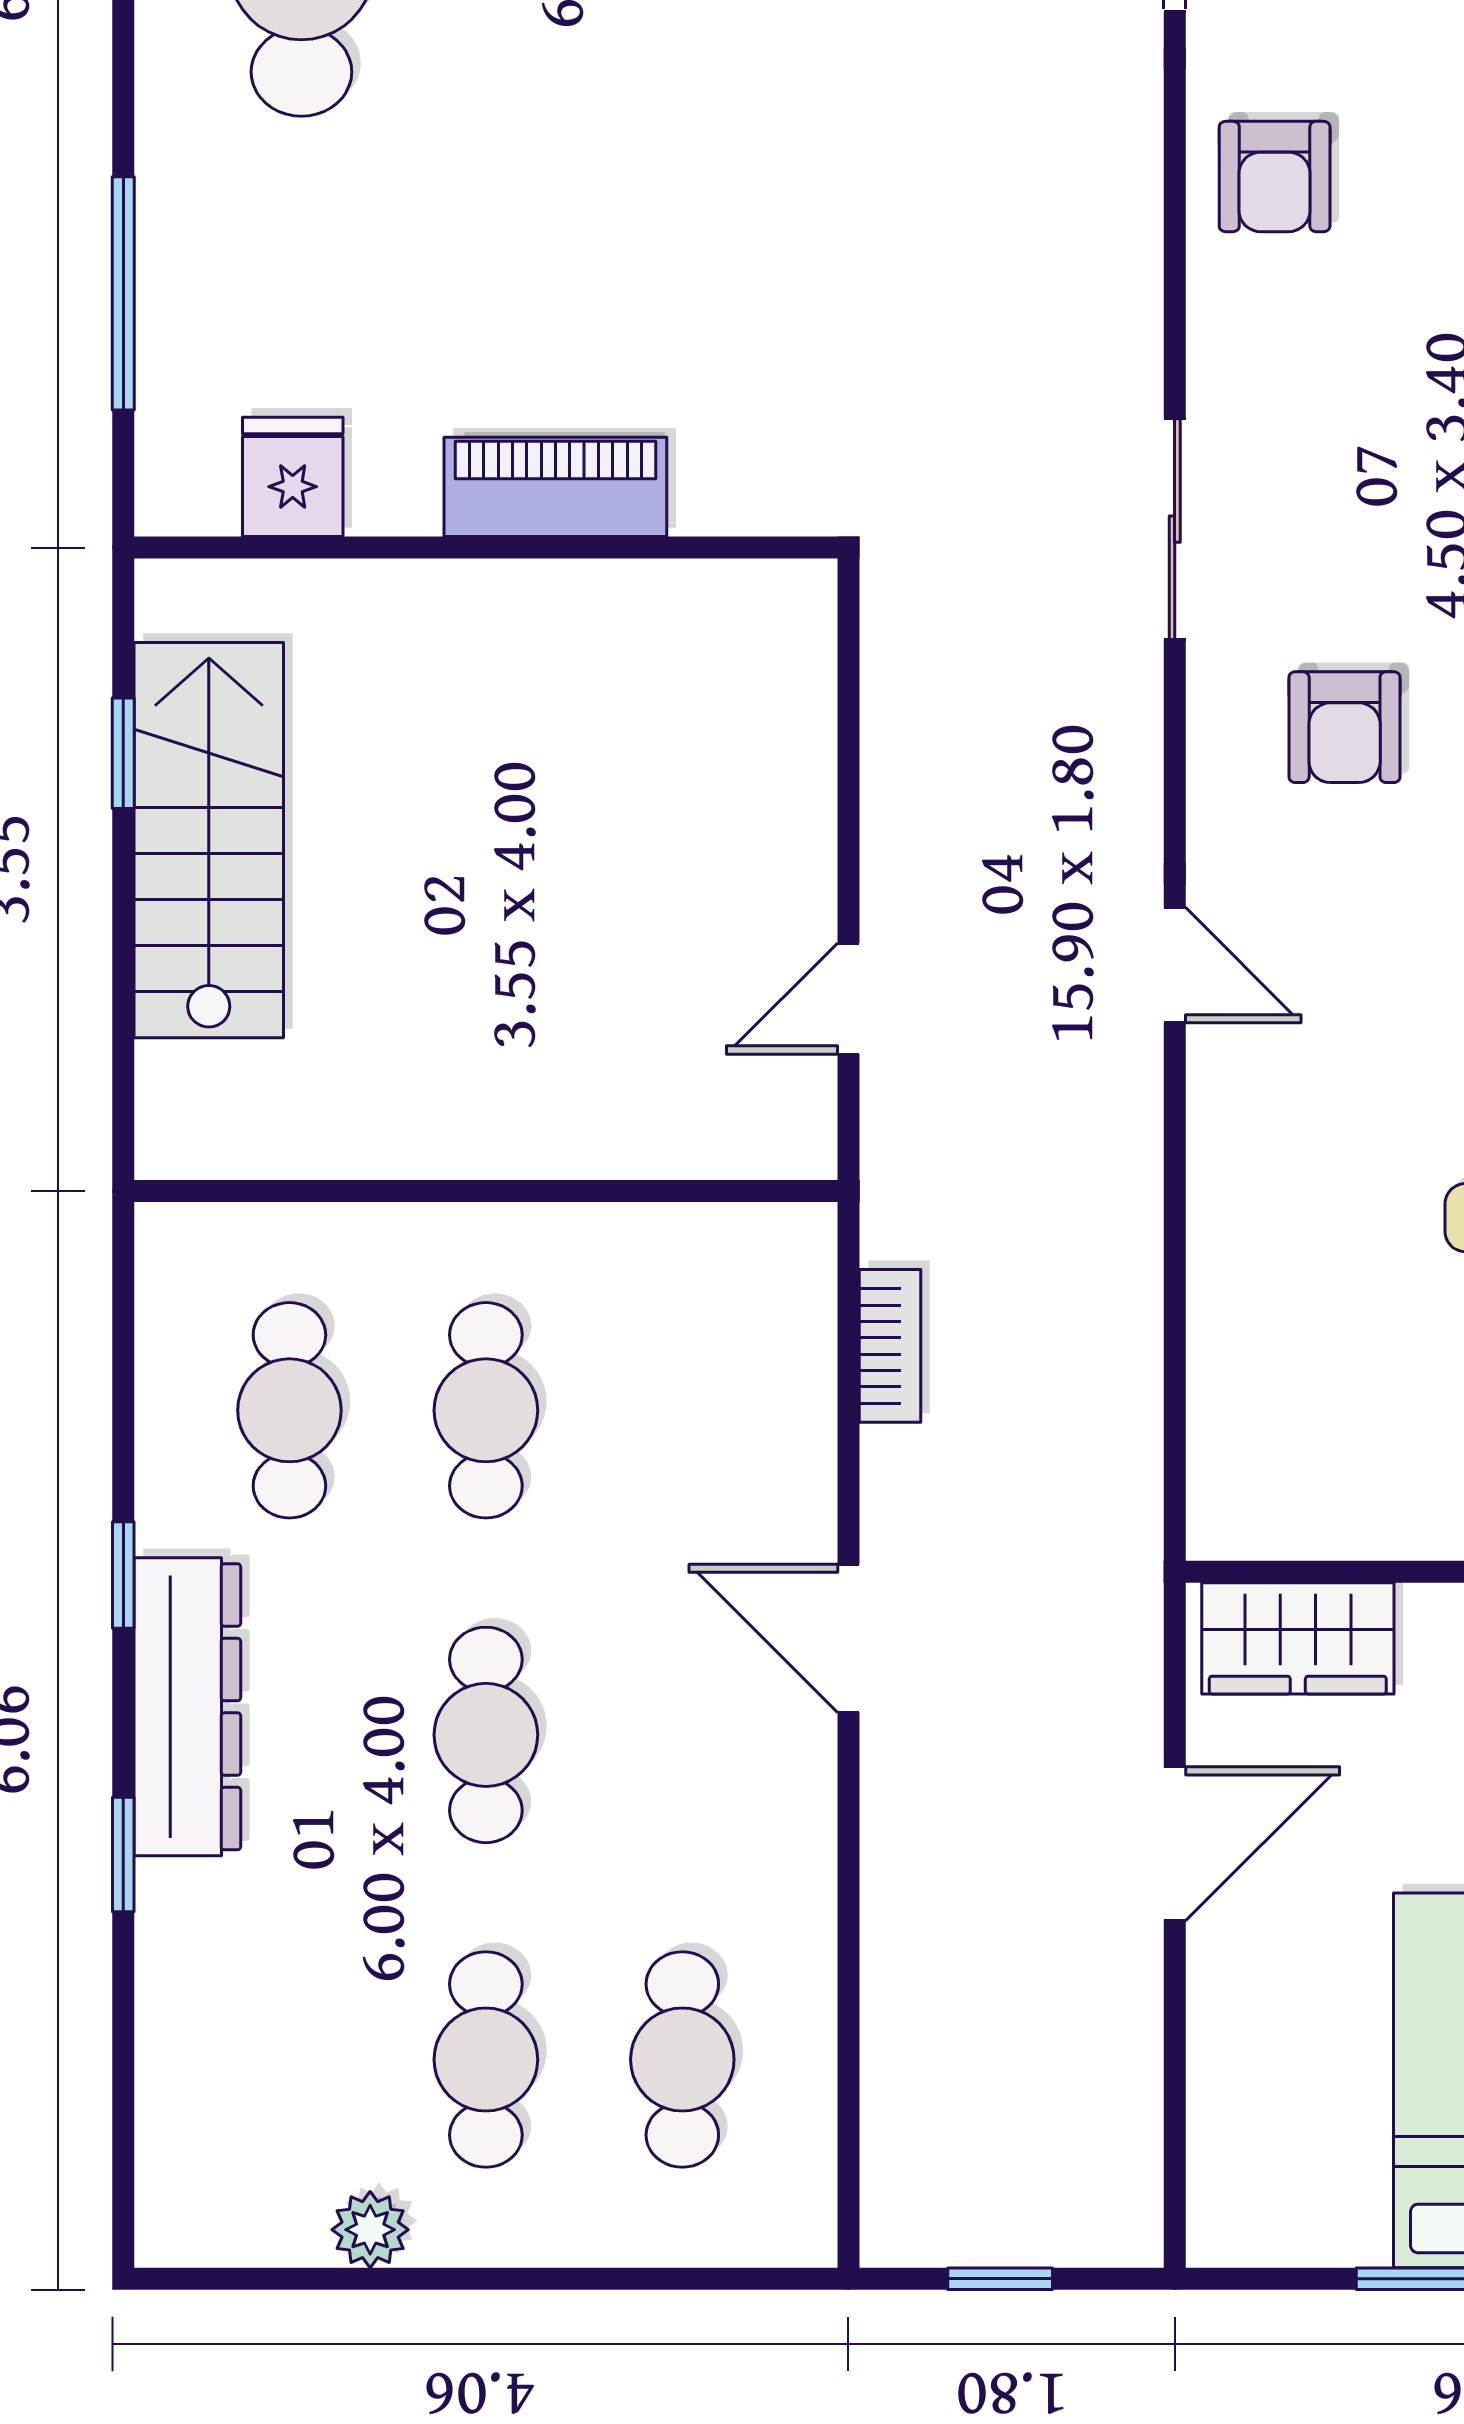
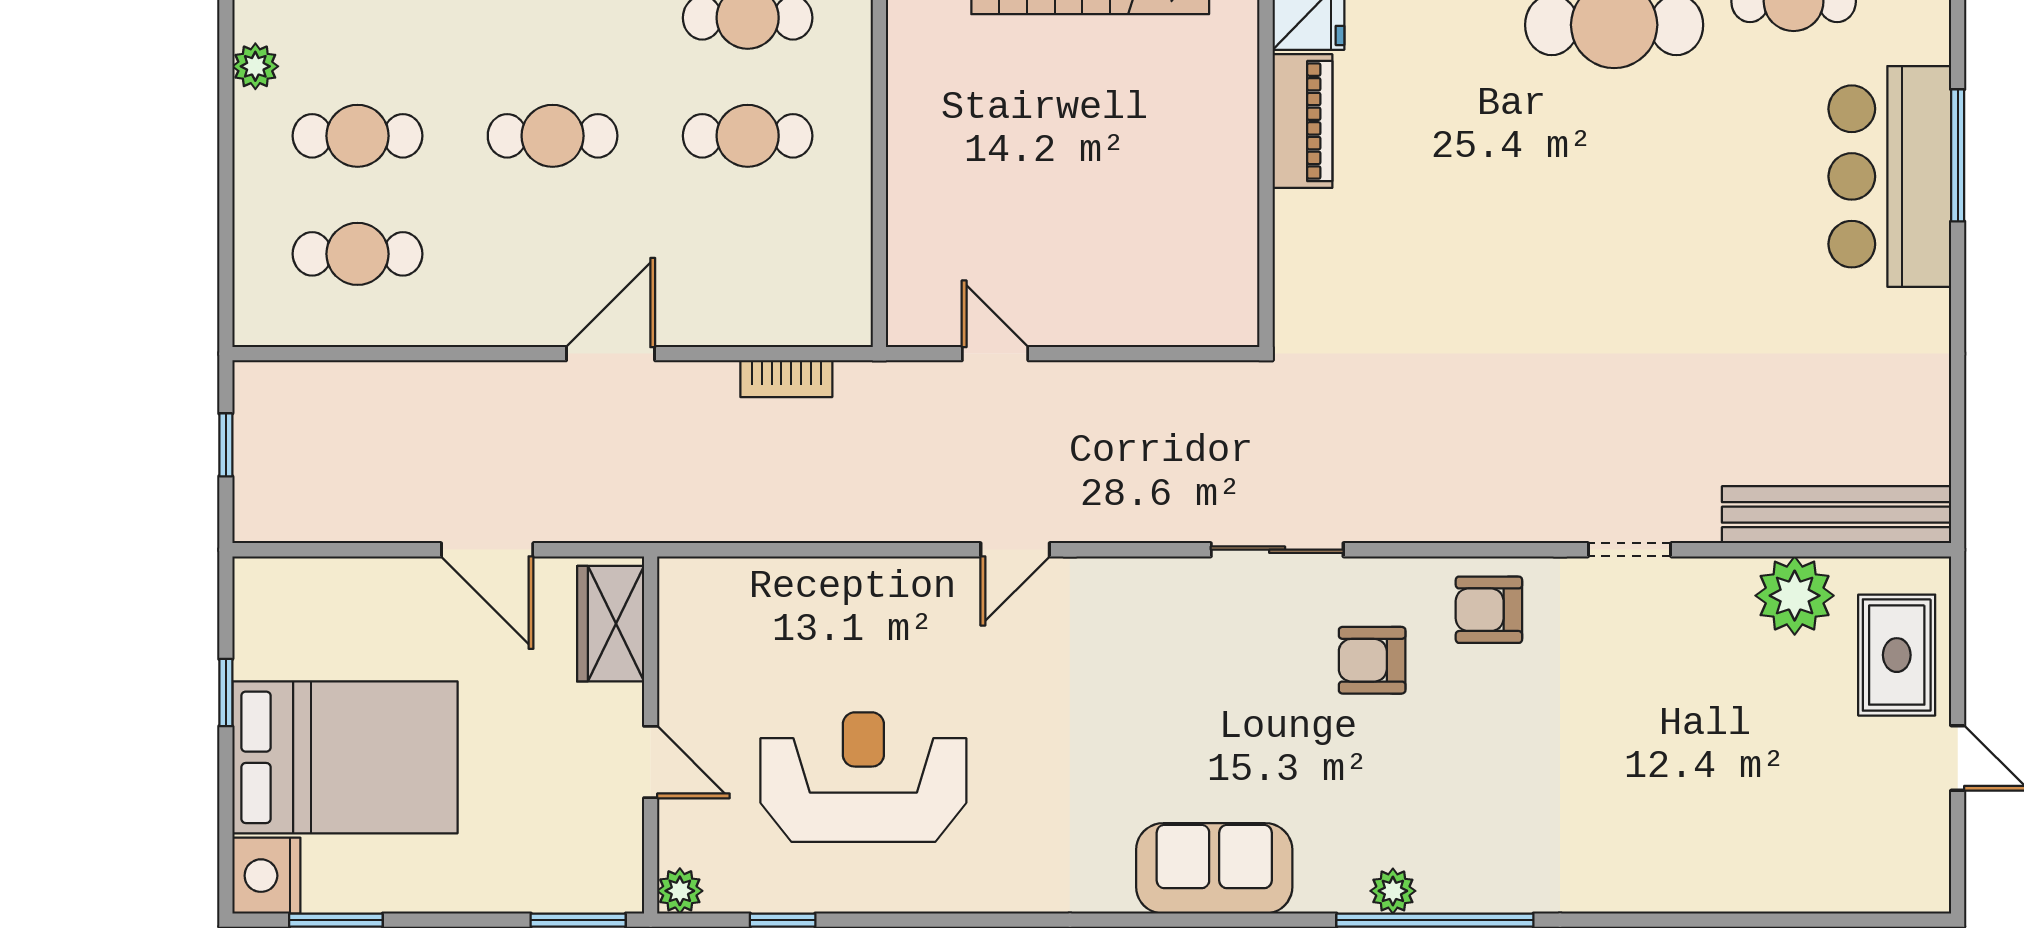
piano: (555, 487) -> (1302, 121), moved
armchair: (1345, 727) -> (1372, 660), moved

